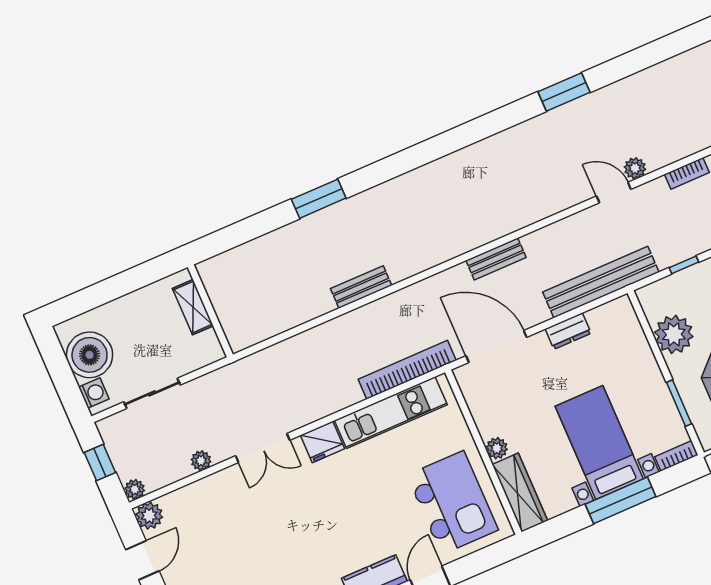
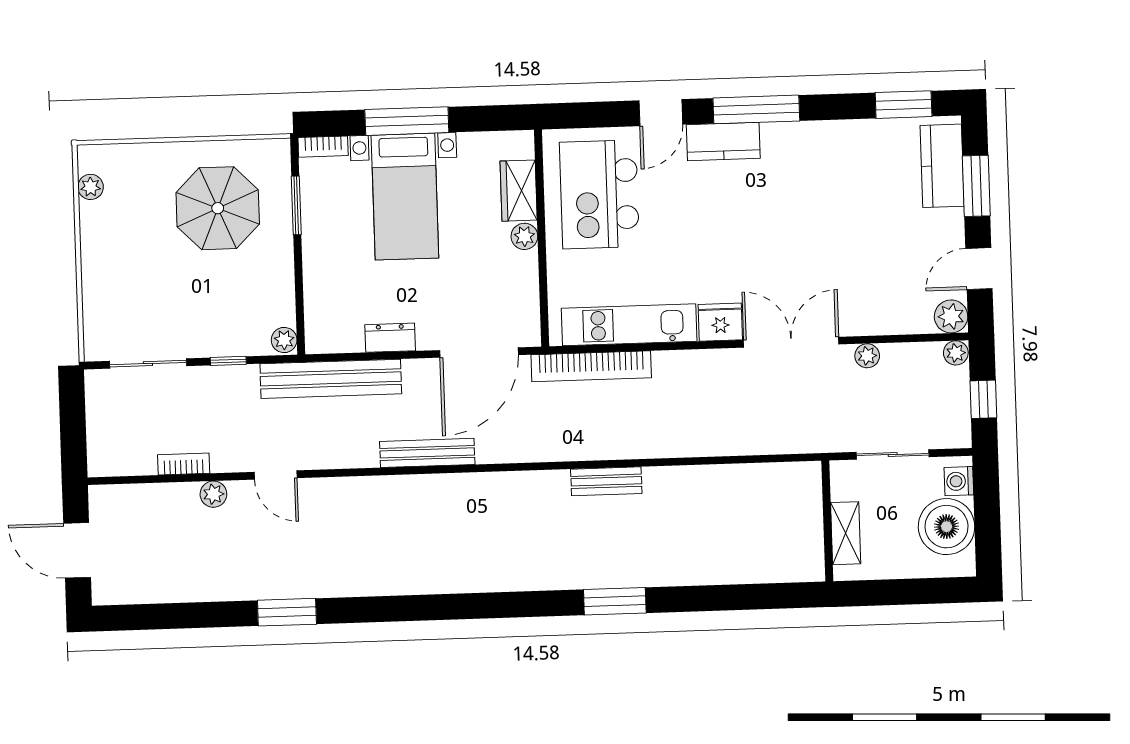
plant: (635, 168) -> (213, 494), moved
bench: (496, 259) -> (427, 453), width x1.36
shelving: (193, 307) -> (846, 533), moved
wall: (210, 311) -> (827, 521), moved
plant: (674, 334) -> (284, 340), moved, width x0.53, depth x0.53
door: (496, 346) -> (479, 353), hinge flipped
double door: (263, 448) -> (791, 342), width x1.37
wardrobe: (520, 493) -> (519, 191), width x0.67

